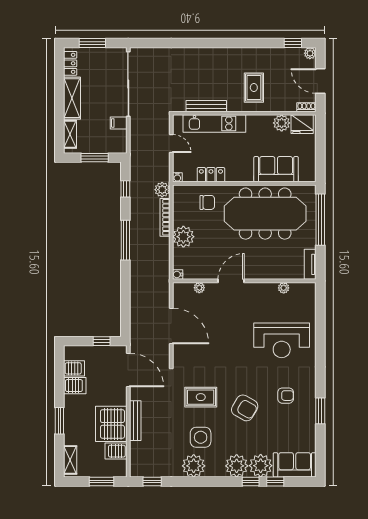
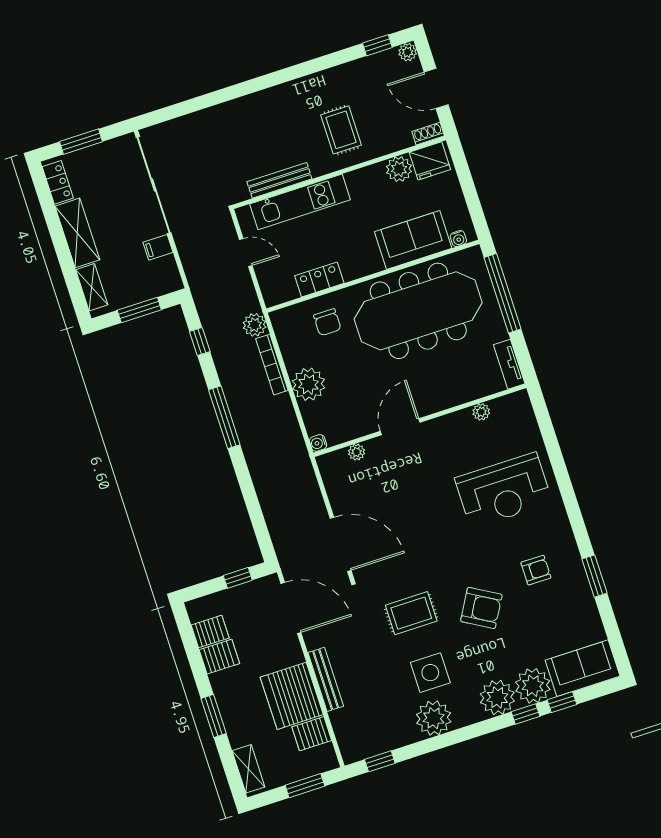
water cooler: (177, 177) -> (458, 239), moved
chair: (207, 202) -> (327, 322), turned 90
door: (171, 326) -> (341, 544), moved

